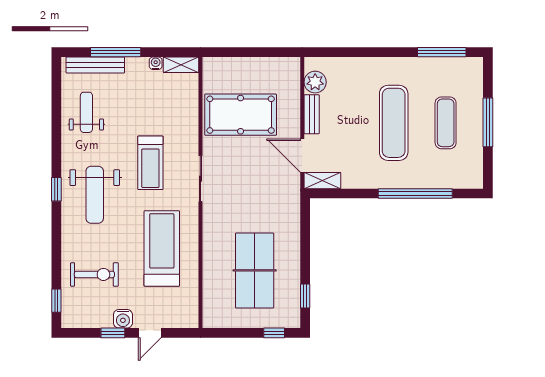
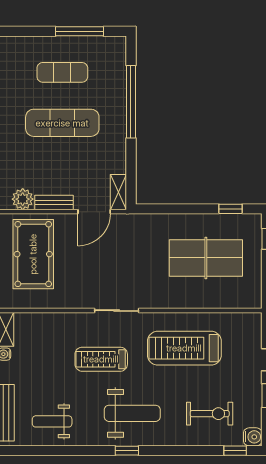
pool table: (241, 115) -> (33, 254), moved
window: (488, 122) -> (80, 31), moved
treadmill: (150, 163) -> (101, 359), turned 180
exercise bike: (94, 274) -> (210, 414), turned 90
water cooler: (123, 319) -> (253, 437), moved

